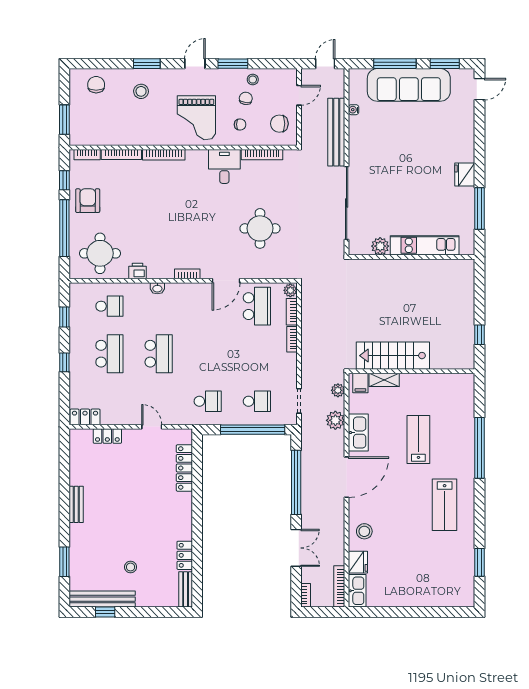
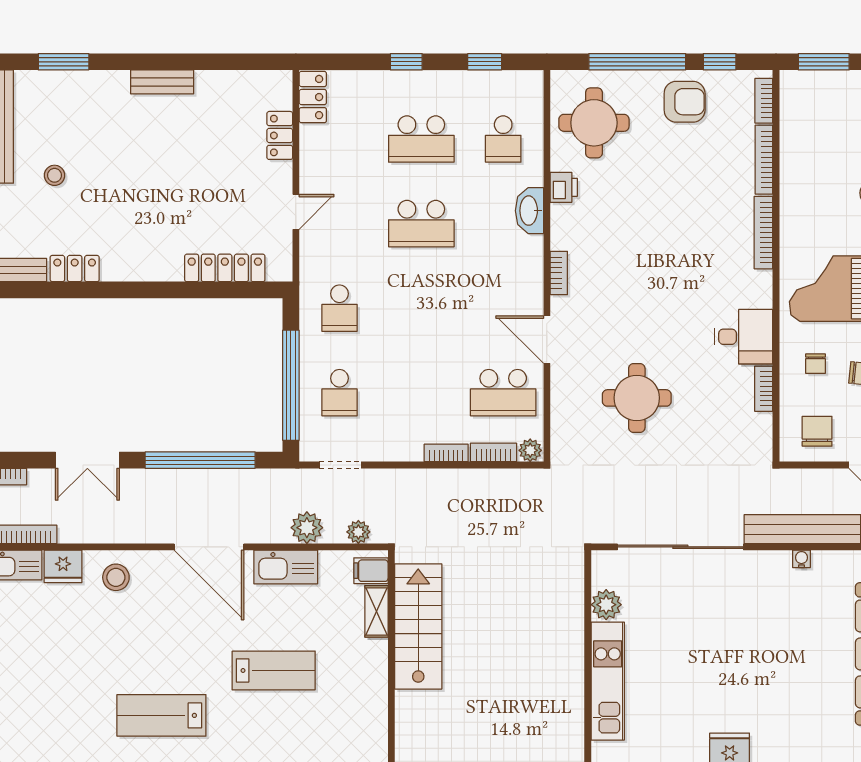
water cooler: (354, 110) -> (802, 559), moved
bookcase: (262, 155) -> (764, 389), width x0.64
washbasin: (157, 288) -> (529, 211), width x1.91, depth x1.45

